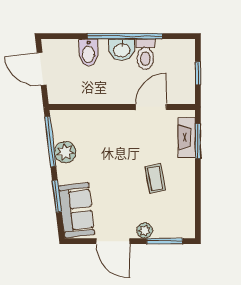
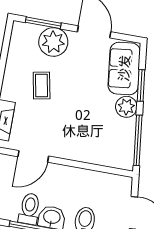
plant: (65, 152) -> (126, 107), moved
plant: (145, 231) -> (53, 42), width x1.87, depth x1.87

